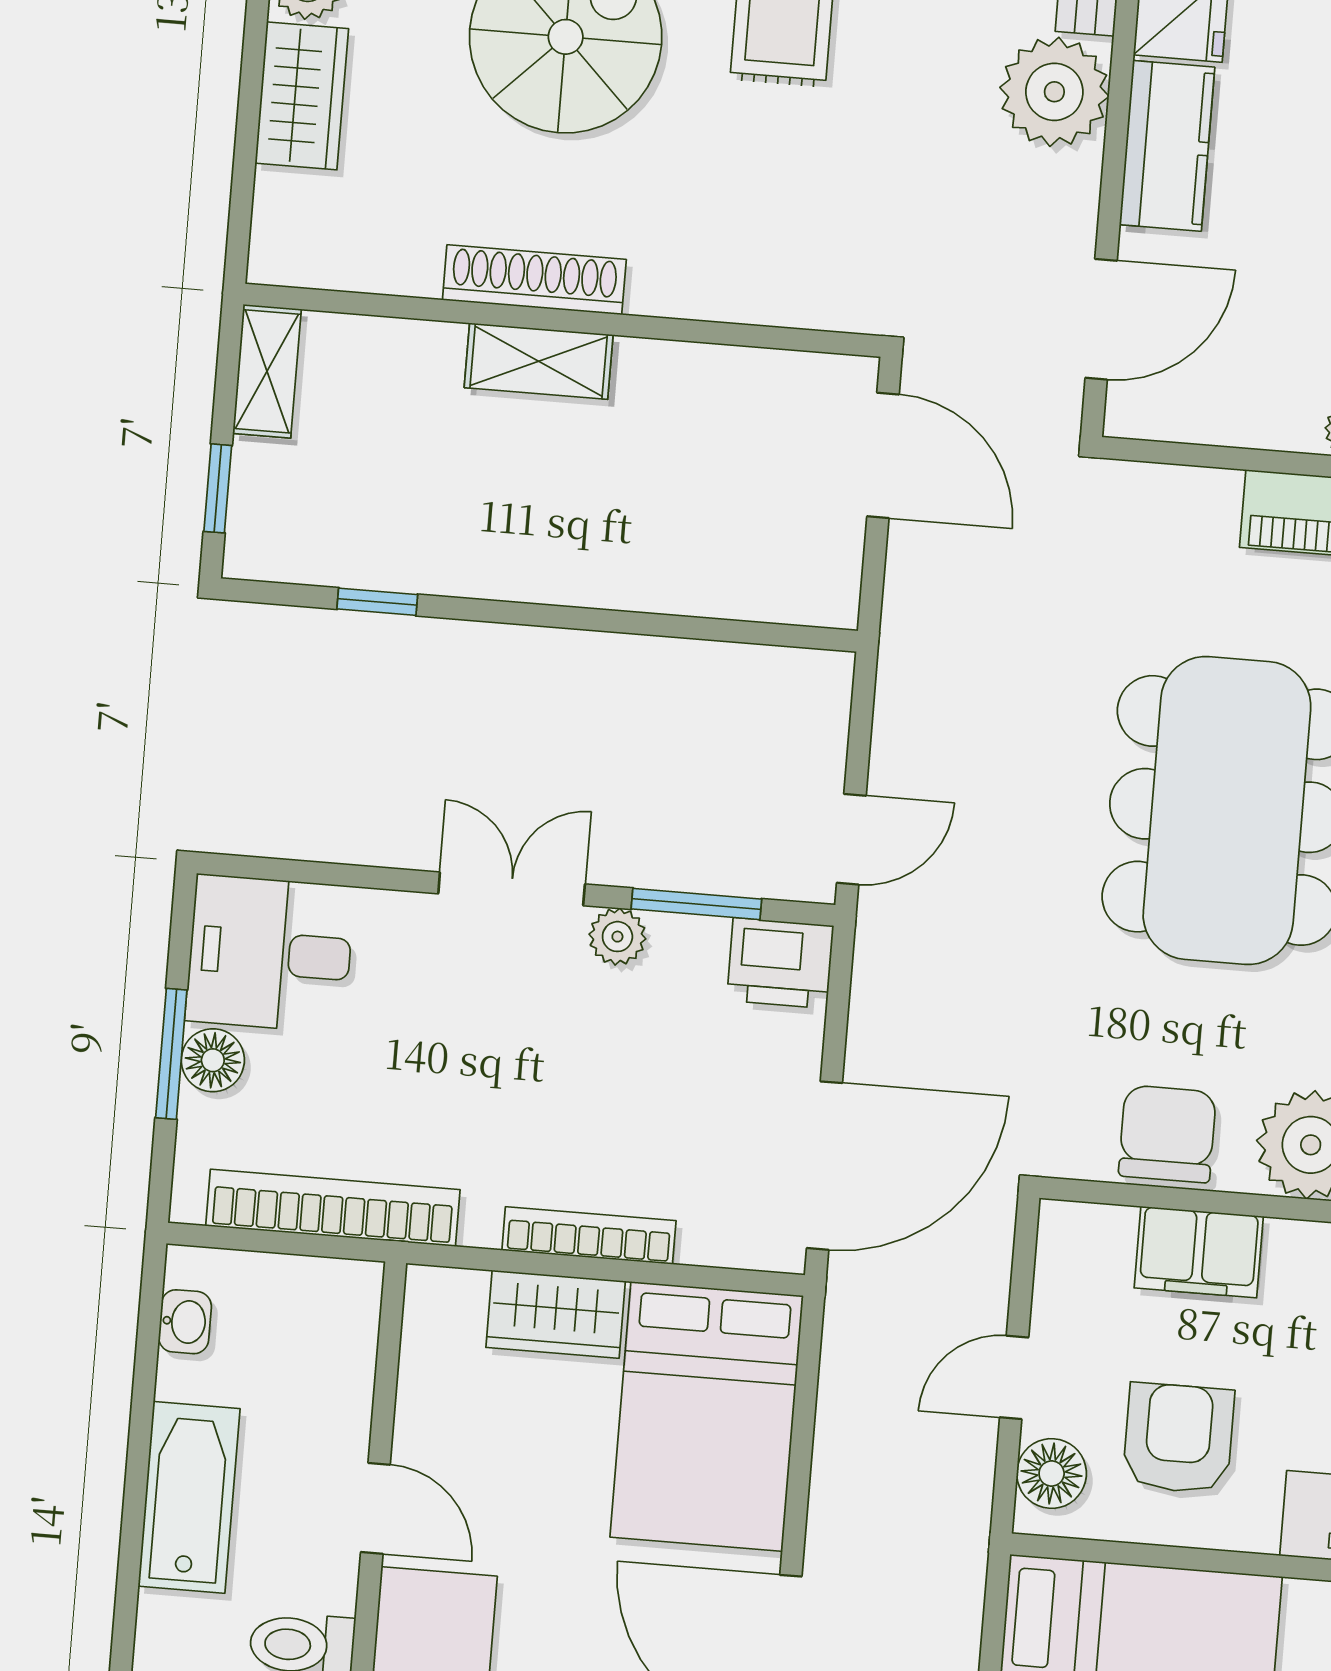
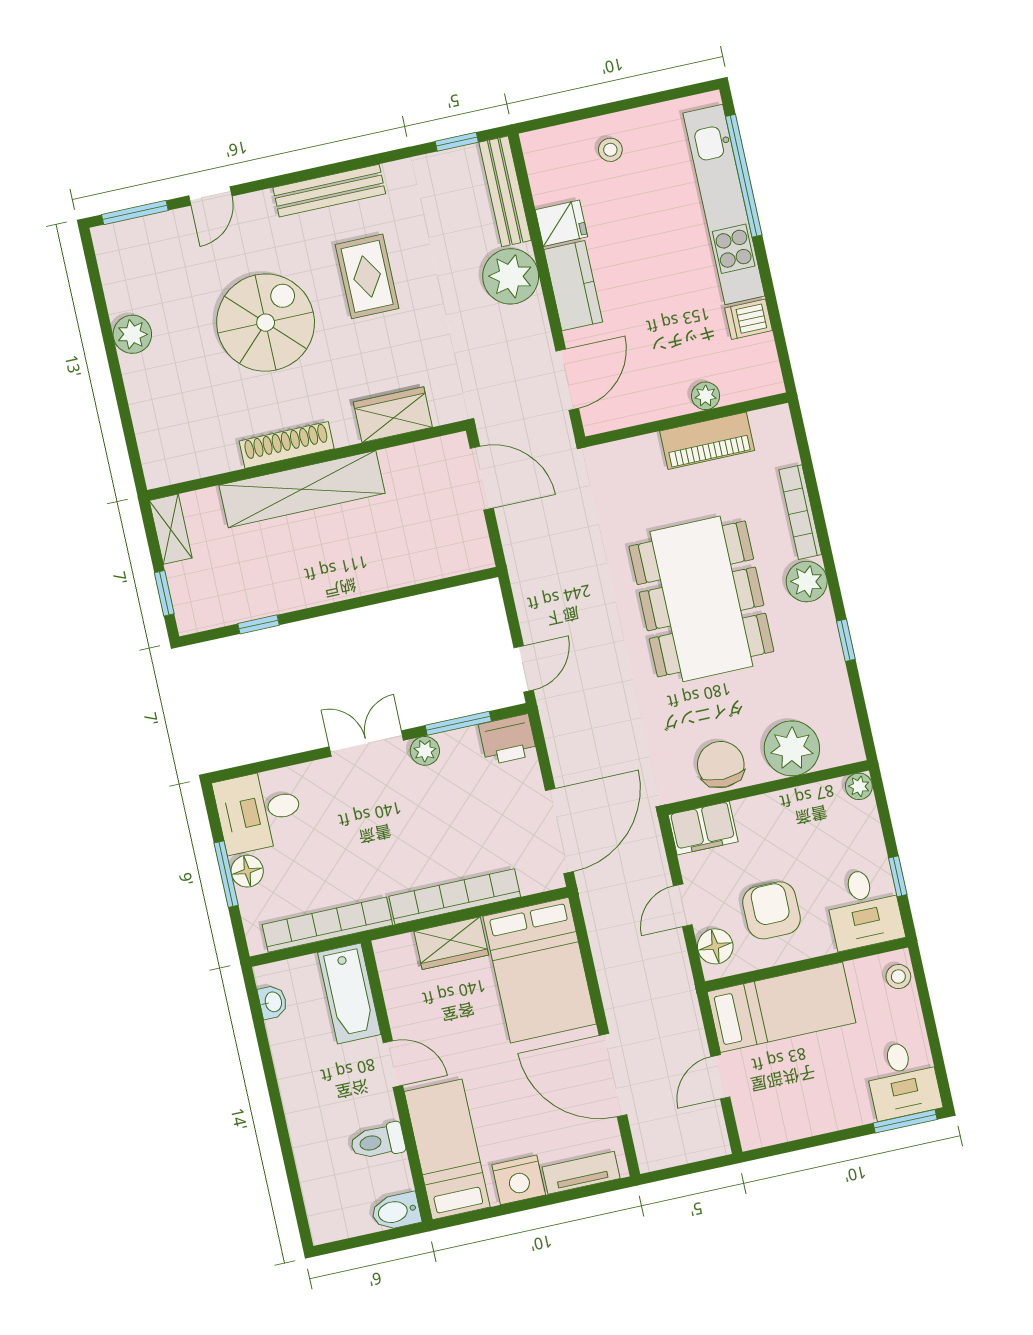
wardrobe: (302, 96) -> (393, 415), moved, turned -90
shelving: (539, 361) -> (302, 489), width x2.20, depth x1.33
bookcase: (589, 1235) -> (455, 897), width x1.48, depth x1.31
filing cabinet: (1199, 1252) -> (703, 828), moved
bathtub: (189, 1497) -> (349, 994), moved, turned 180

